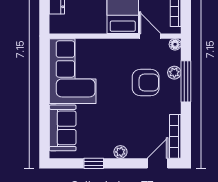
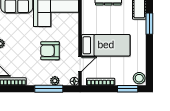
armchair: (146, 82) -> (50, 51), moved, turned 90

